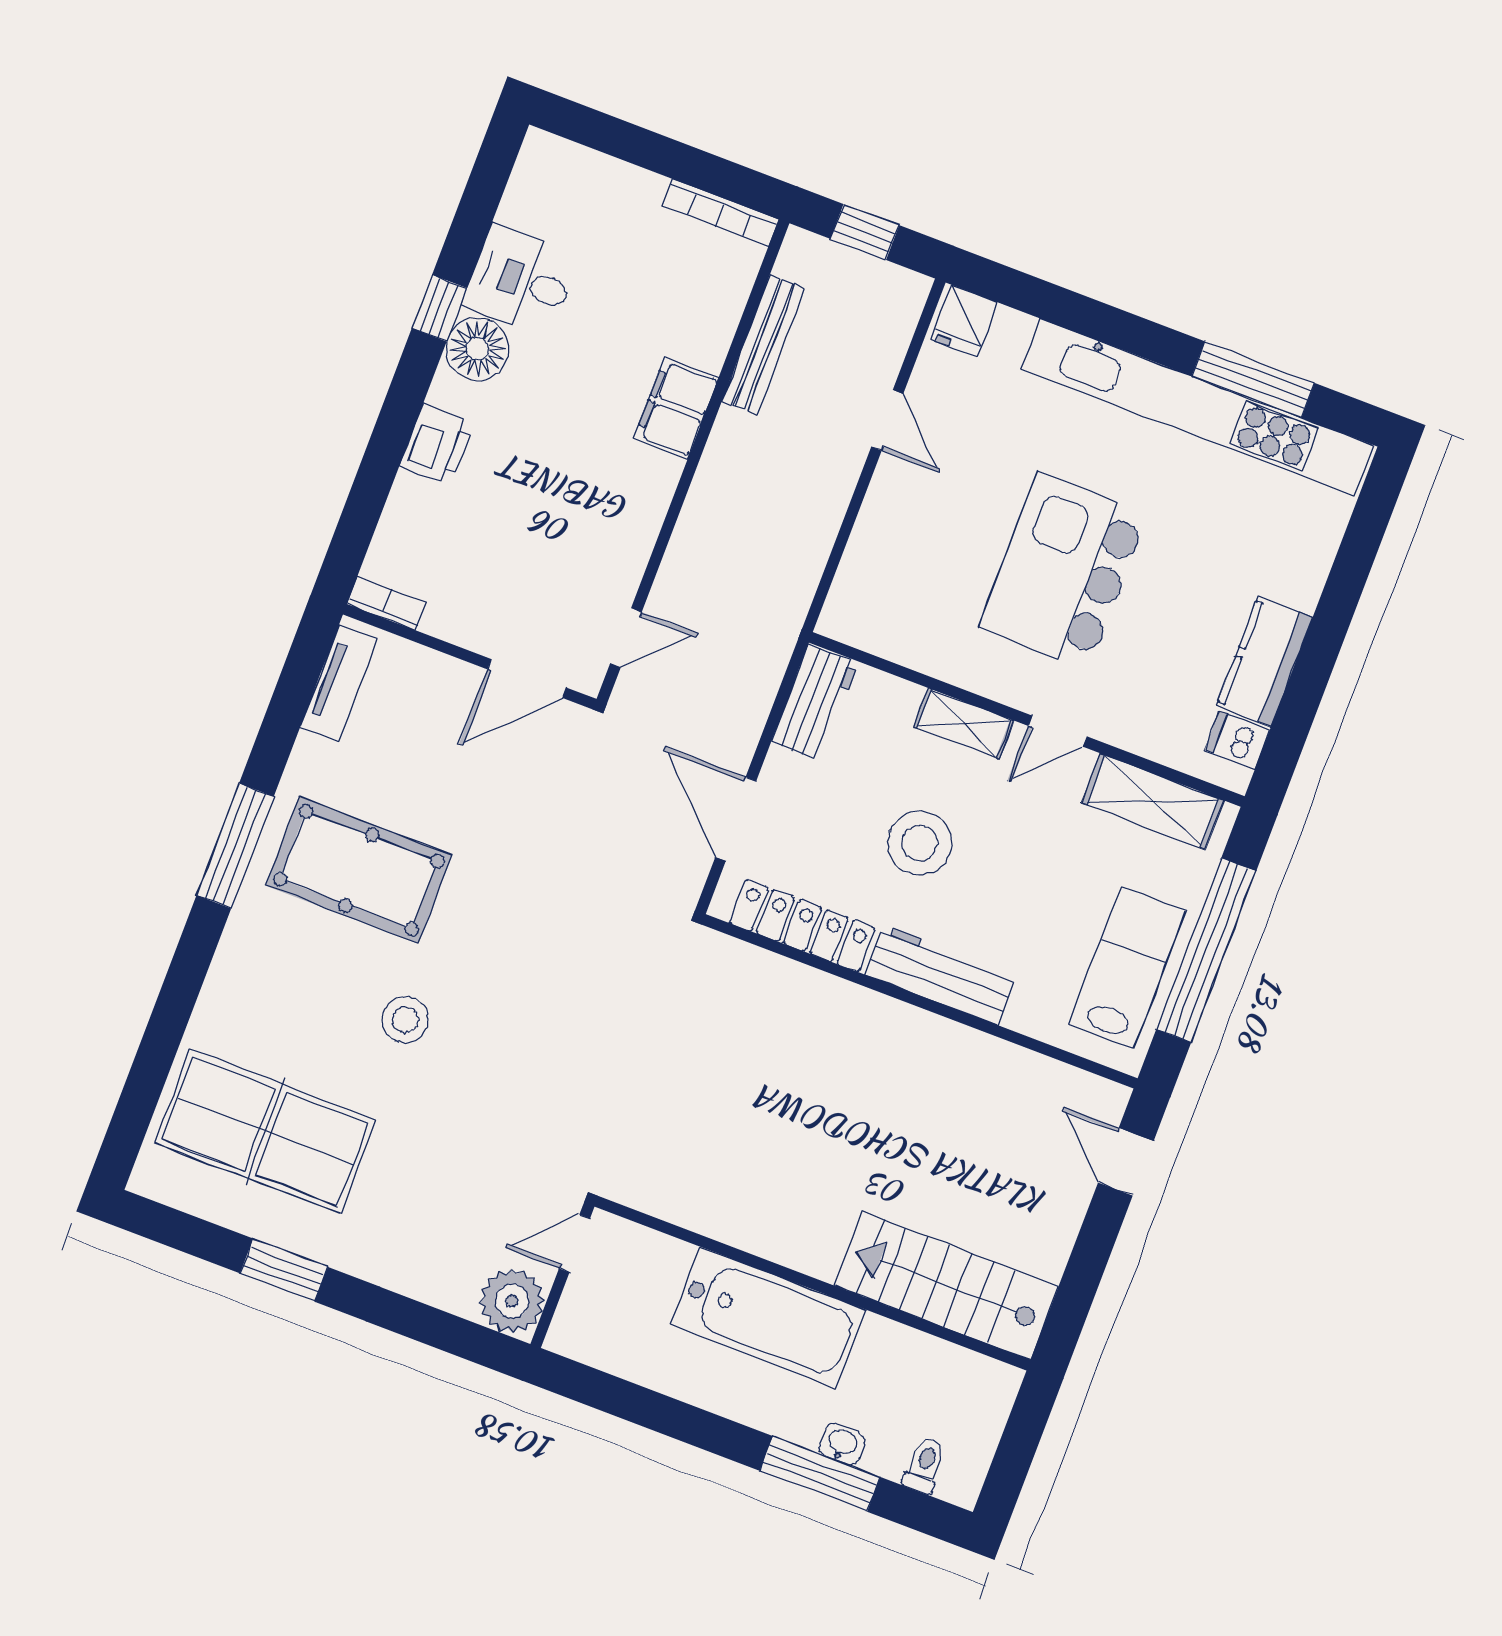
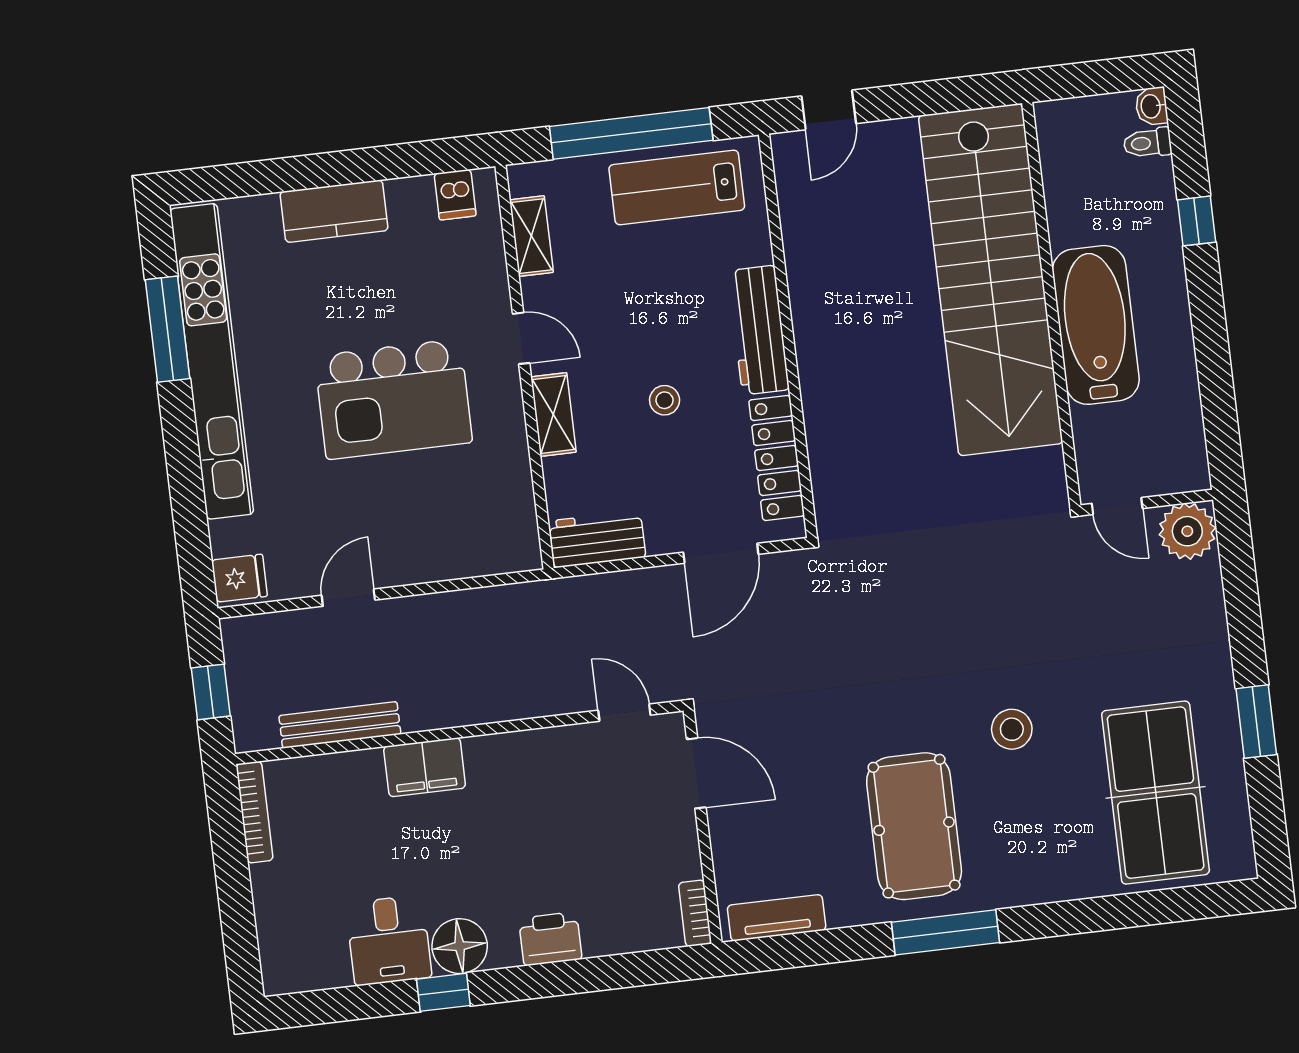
kitchen counter: (1265, 662) -> (334, 211), moved
shelving: (1153, 802) -> (531, 236), width x0.67, depth x0.75
stool: (920, 843) -> (665, 400), width x0.53, depth x0.53
stairs: (947, 1286) -> (991, 280), width x1.86, depth x1.51
washbasin: (842, 1444) -> (1151, 106), moved
window: (820, 1474) -> (1197, 221), width x0.46

